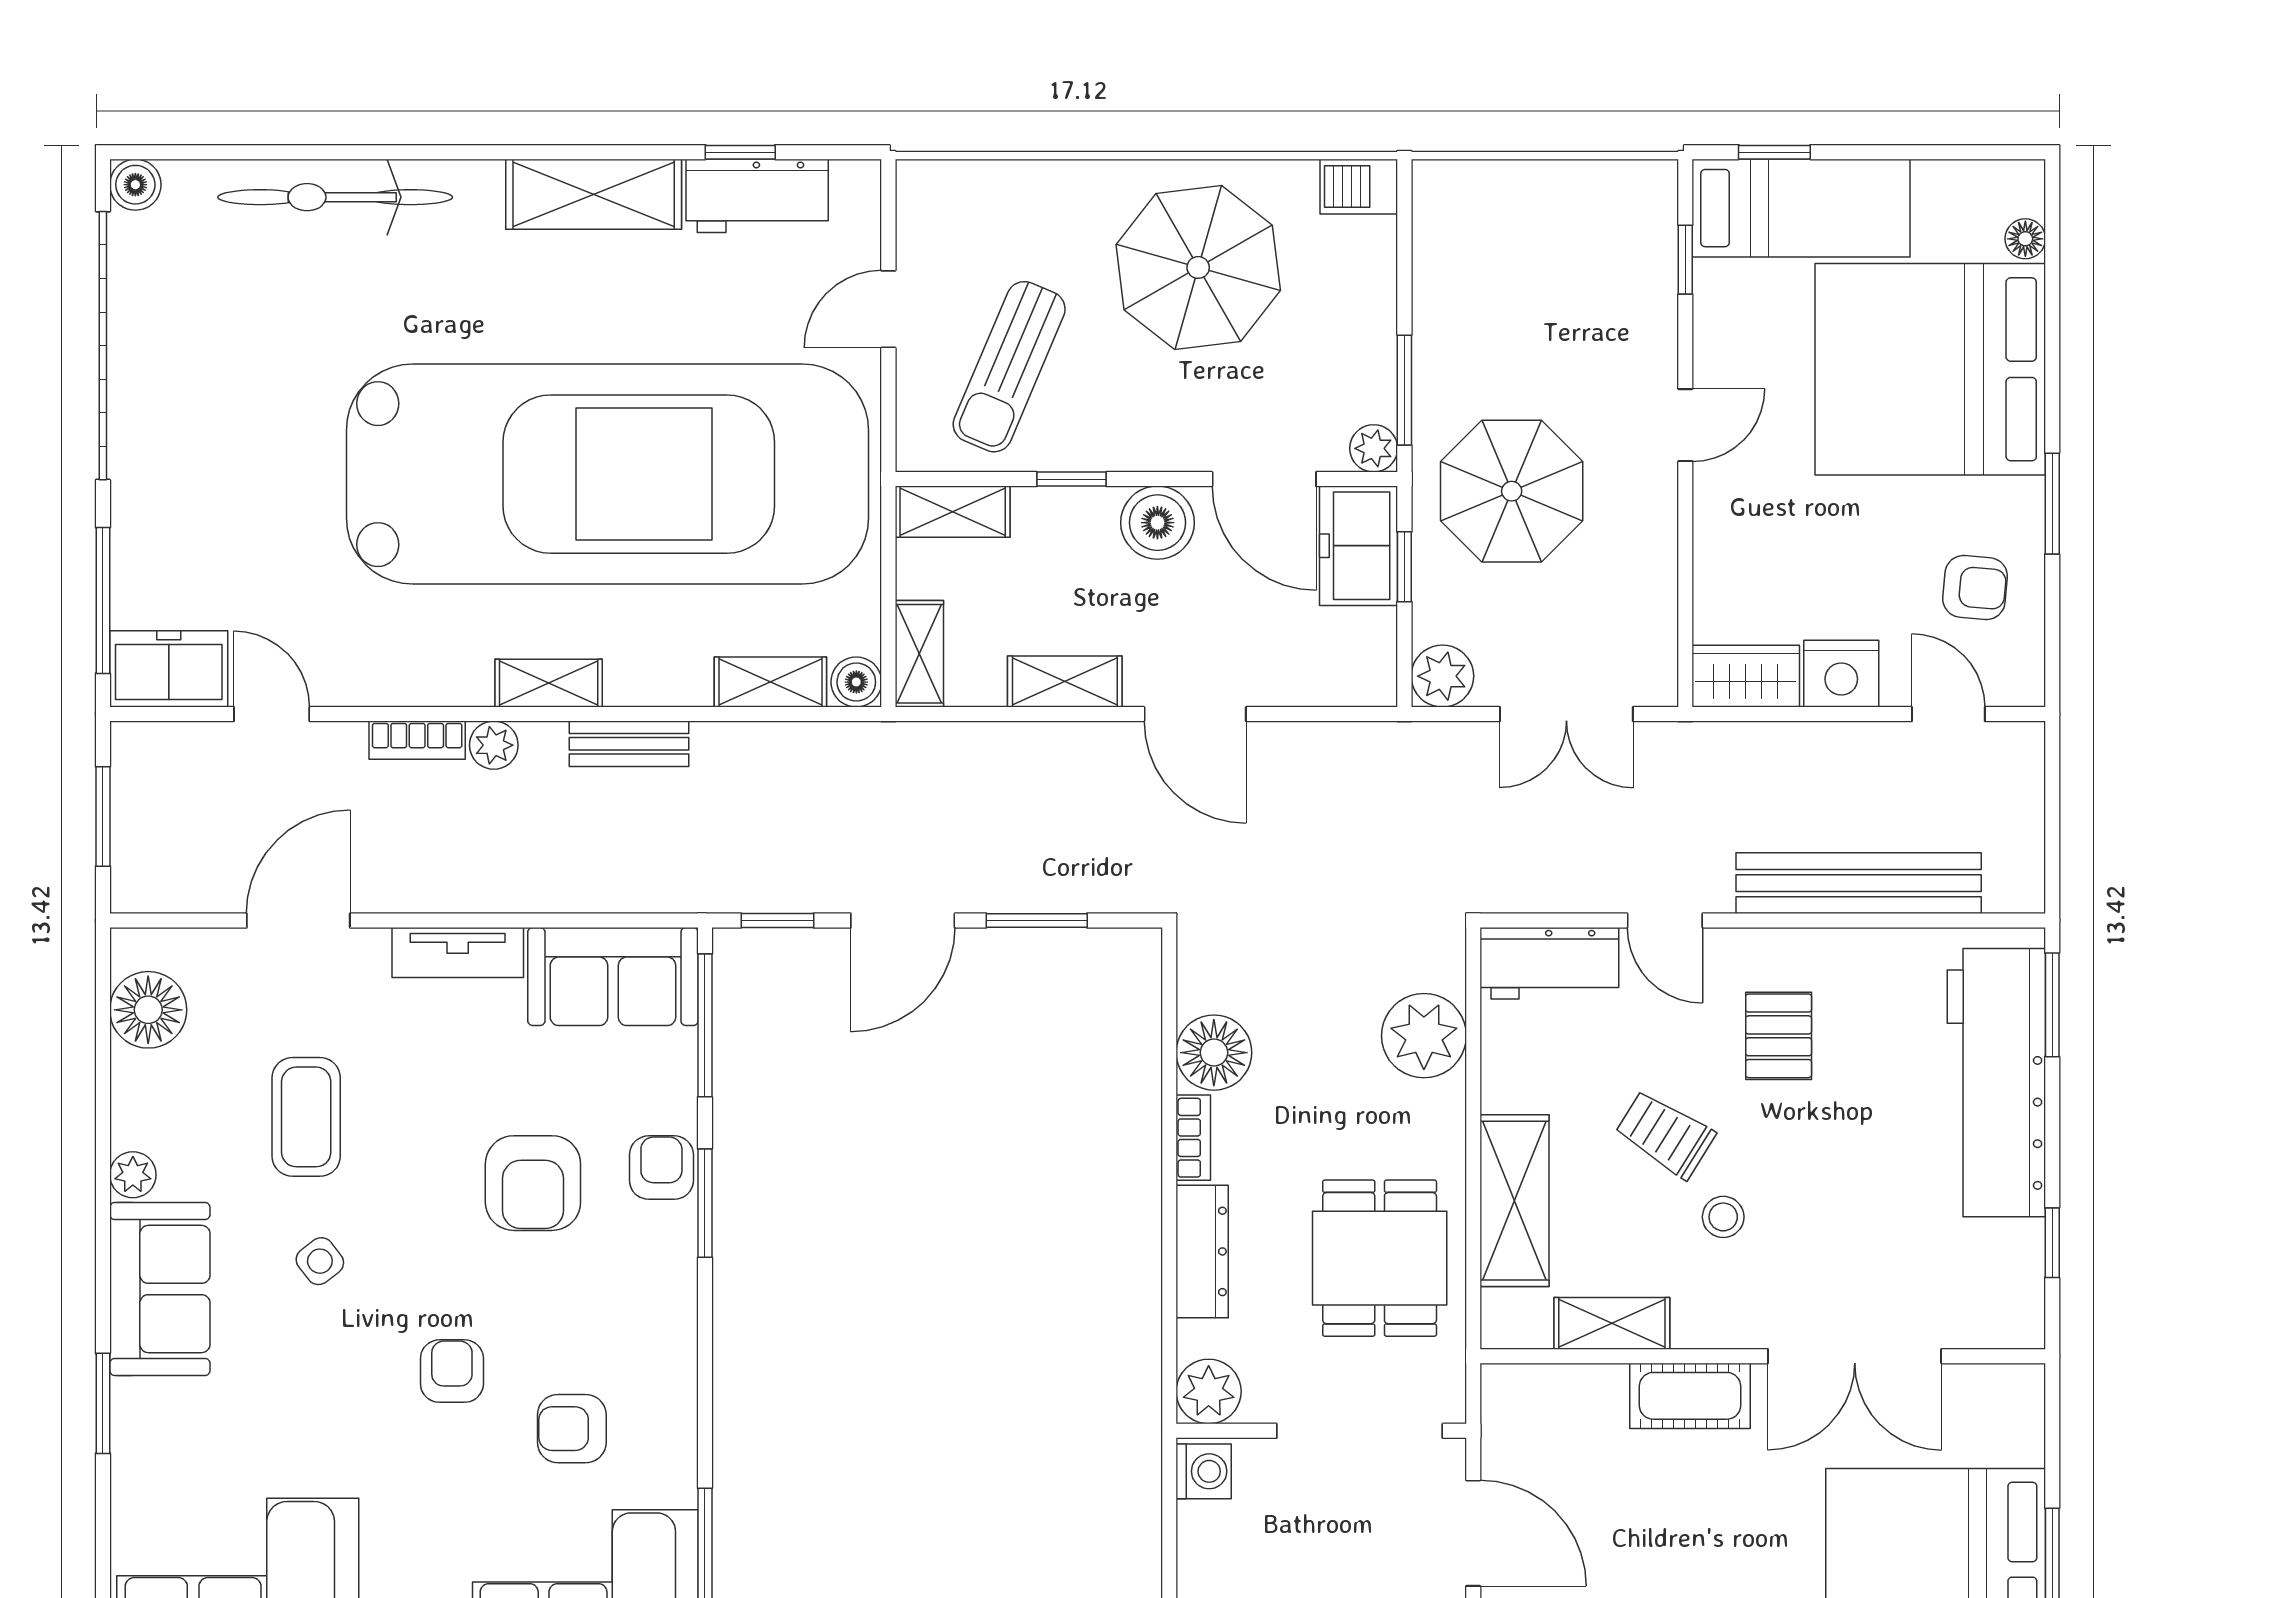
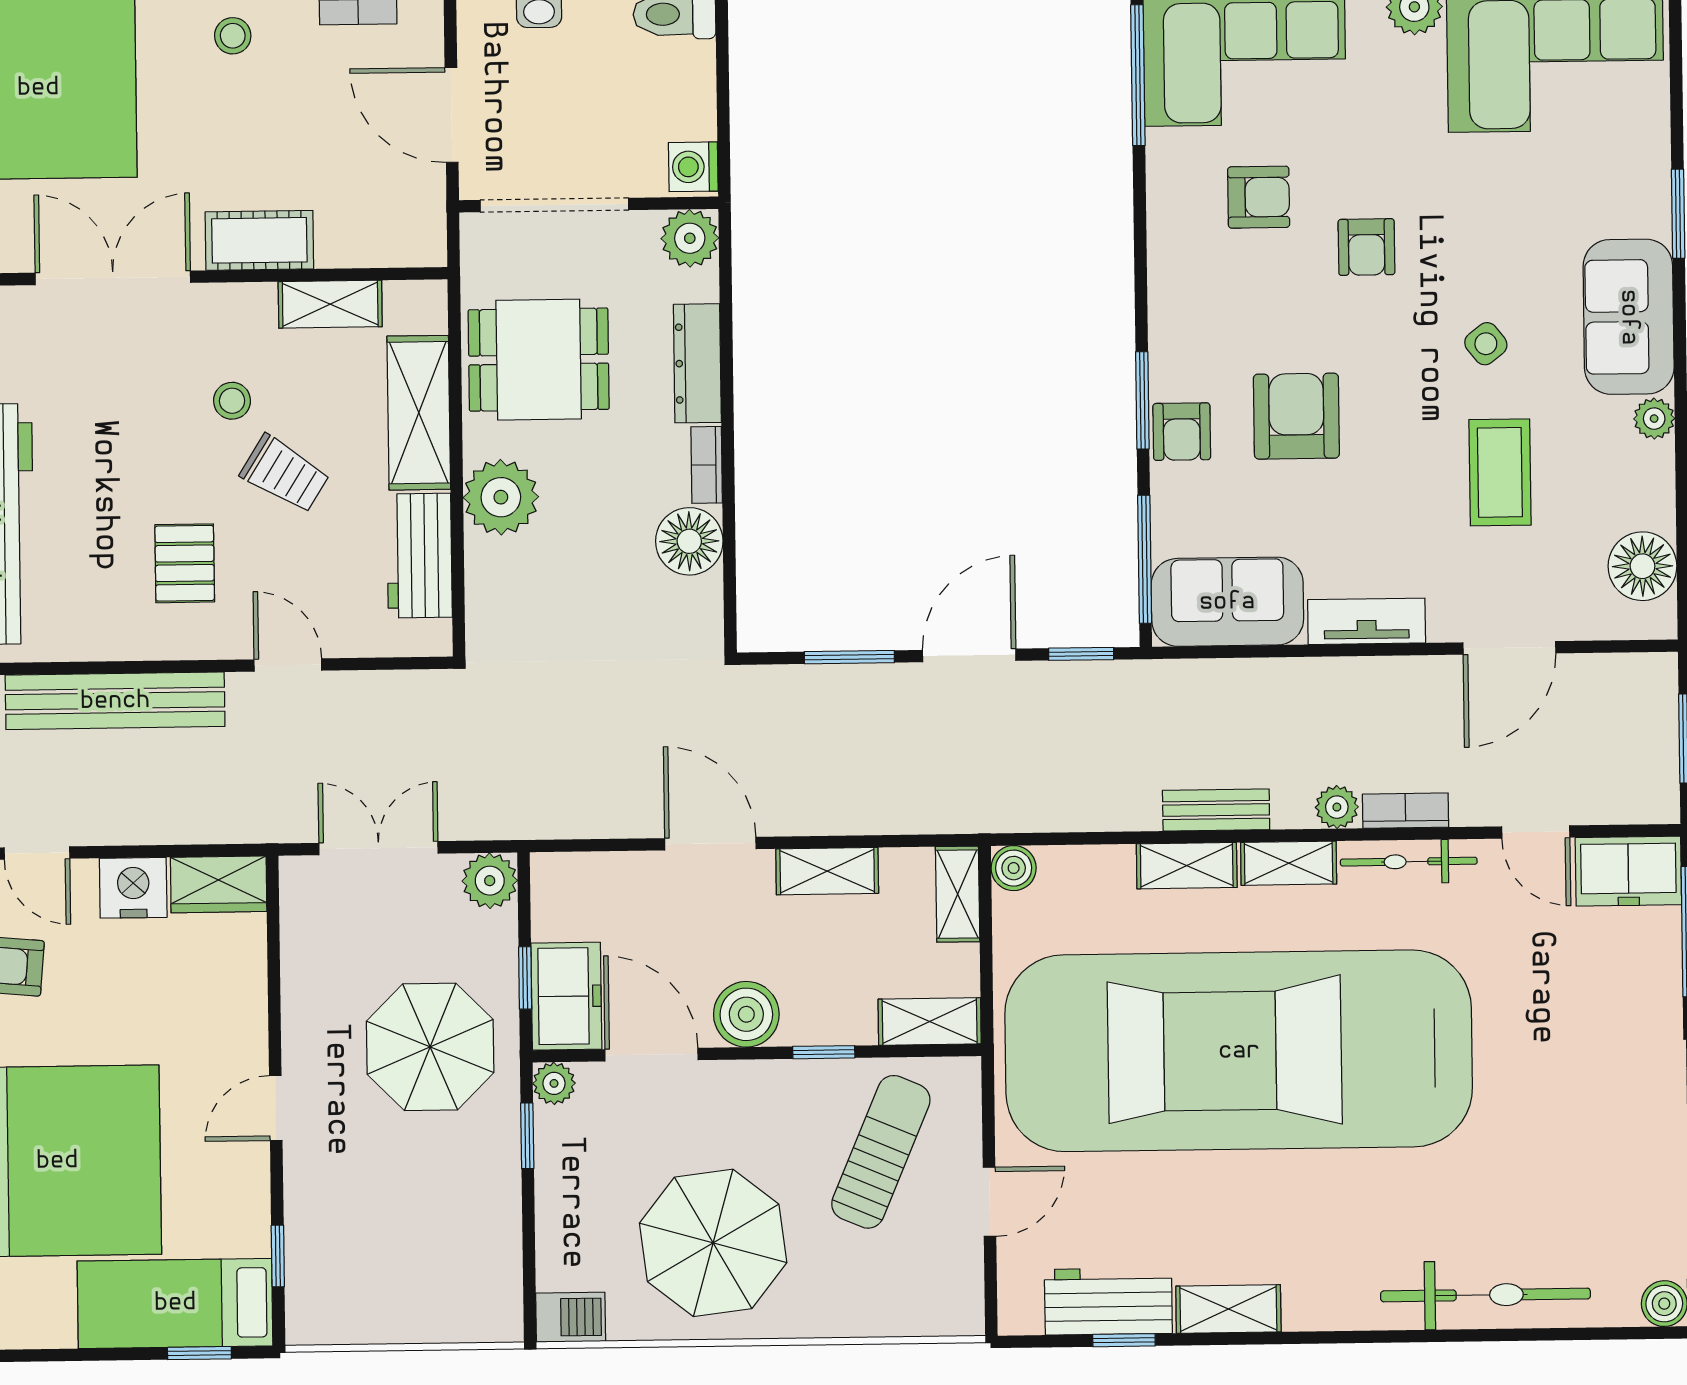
shelving: (594, 194) -> (1228, 1309), width x0.67, depth x0.75
window: (1404, 390) -> (527, 1136), width x0.67
shelving: (770, 682) -> (1187, 866), moved
bicycle: (414, 683) -> (1409, 862), added
workbench: (1549, 963) -> (420, 556), moved, turned -90
plant: (1424, 1036) -> (501, 497), moved
dining table: (1380, 1258) -> (539, 360), turned 90

